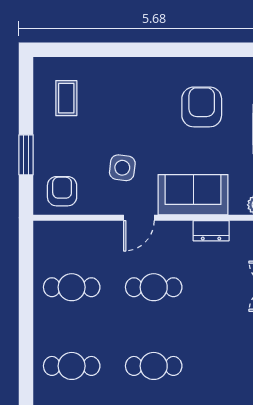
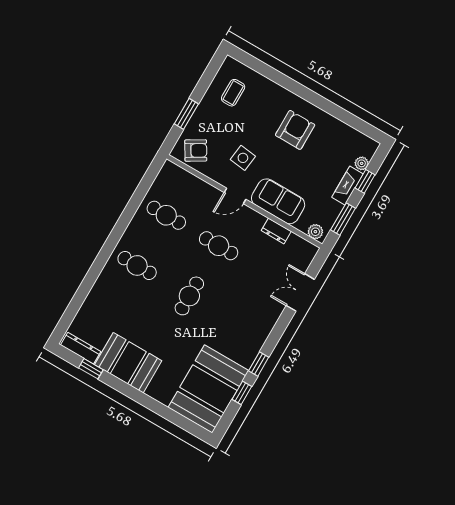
armchair: (202, 107) -> (295, 130), moved
armchair: (62, 191) -> (196, 150), turned 59
cafe table: (154, 366) -> (189, 296), turned 90

